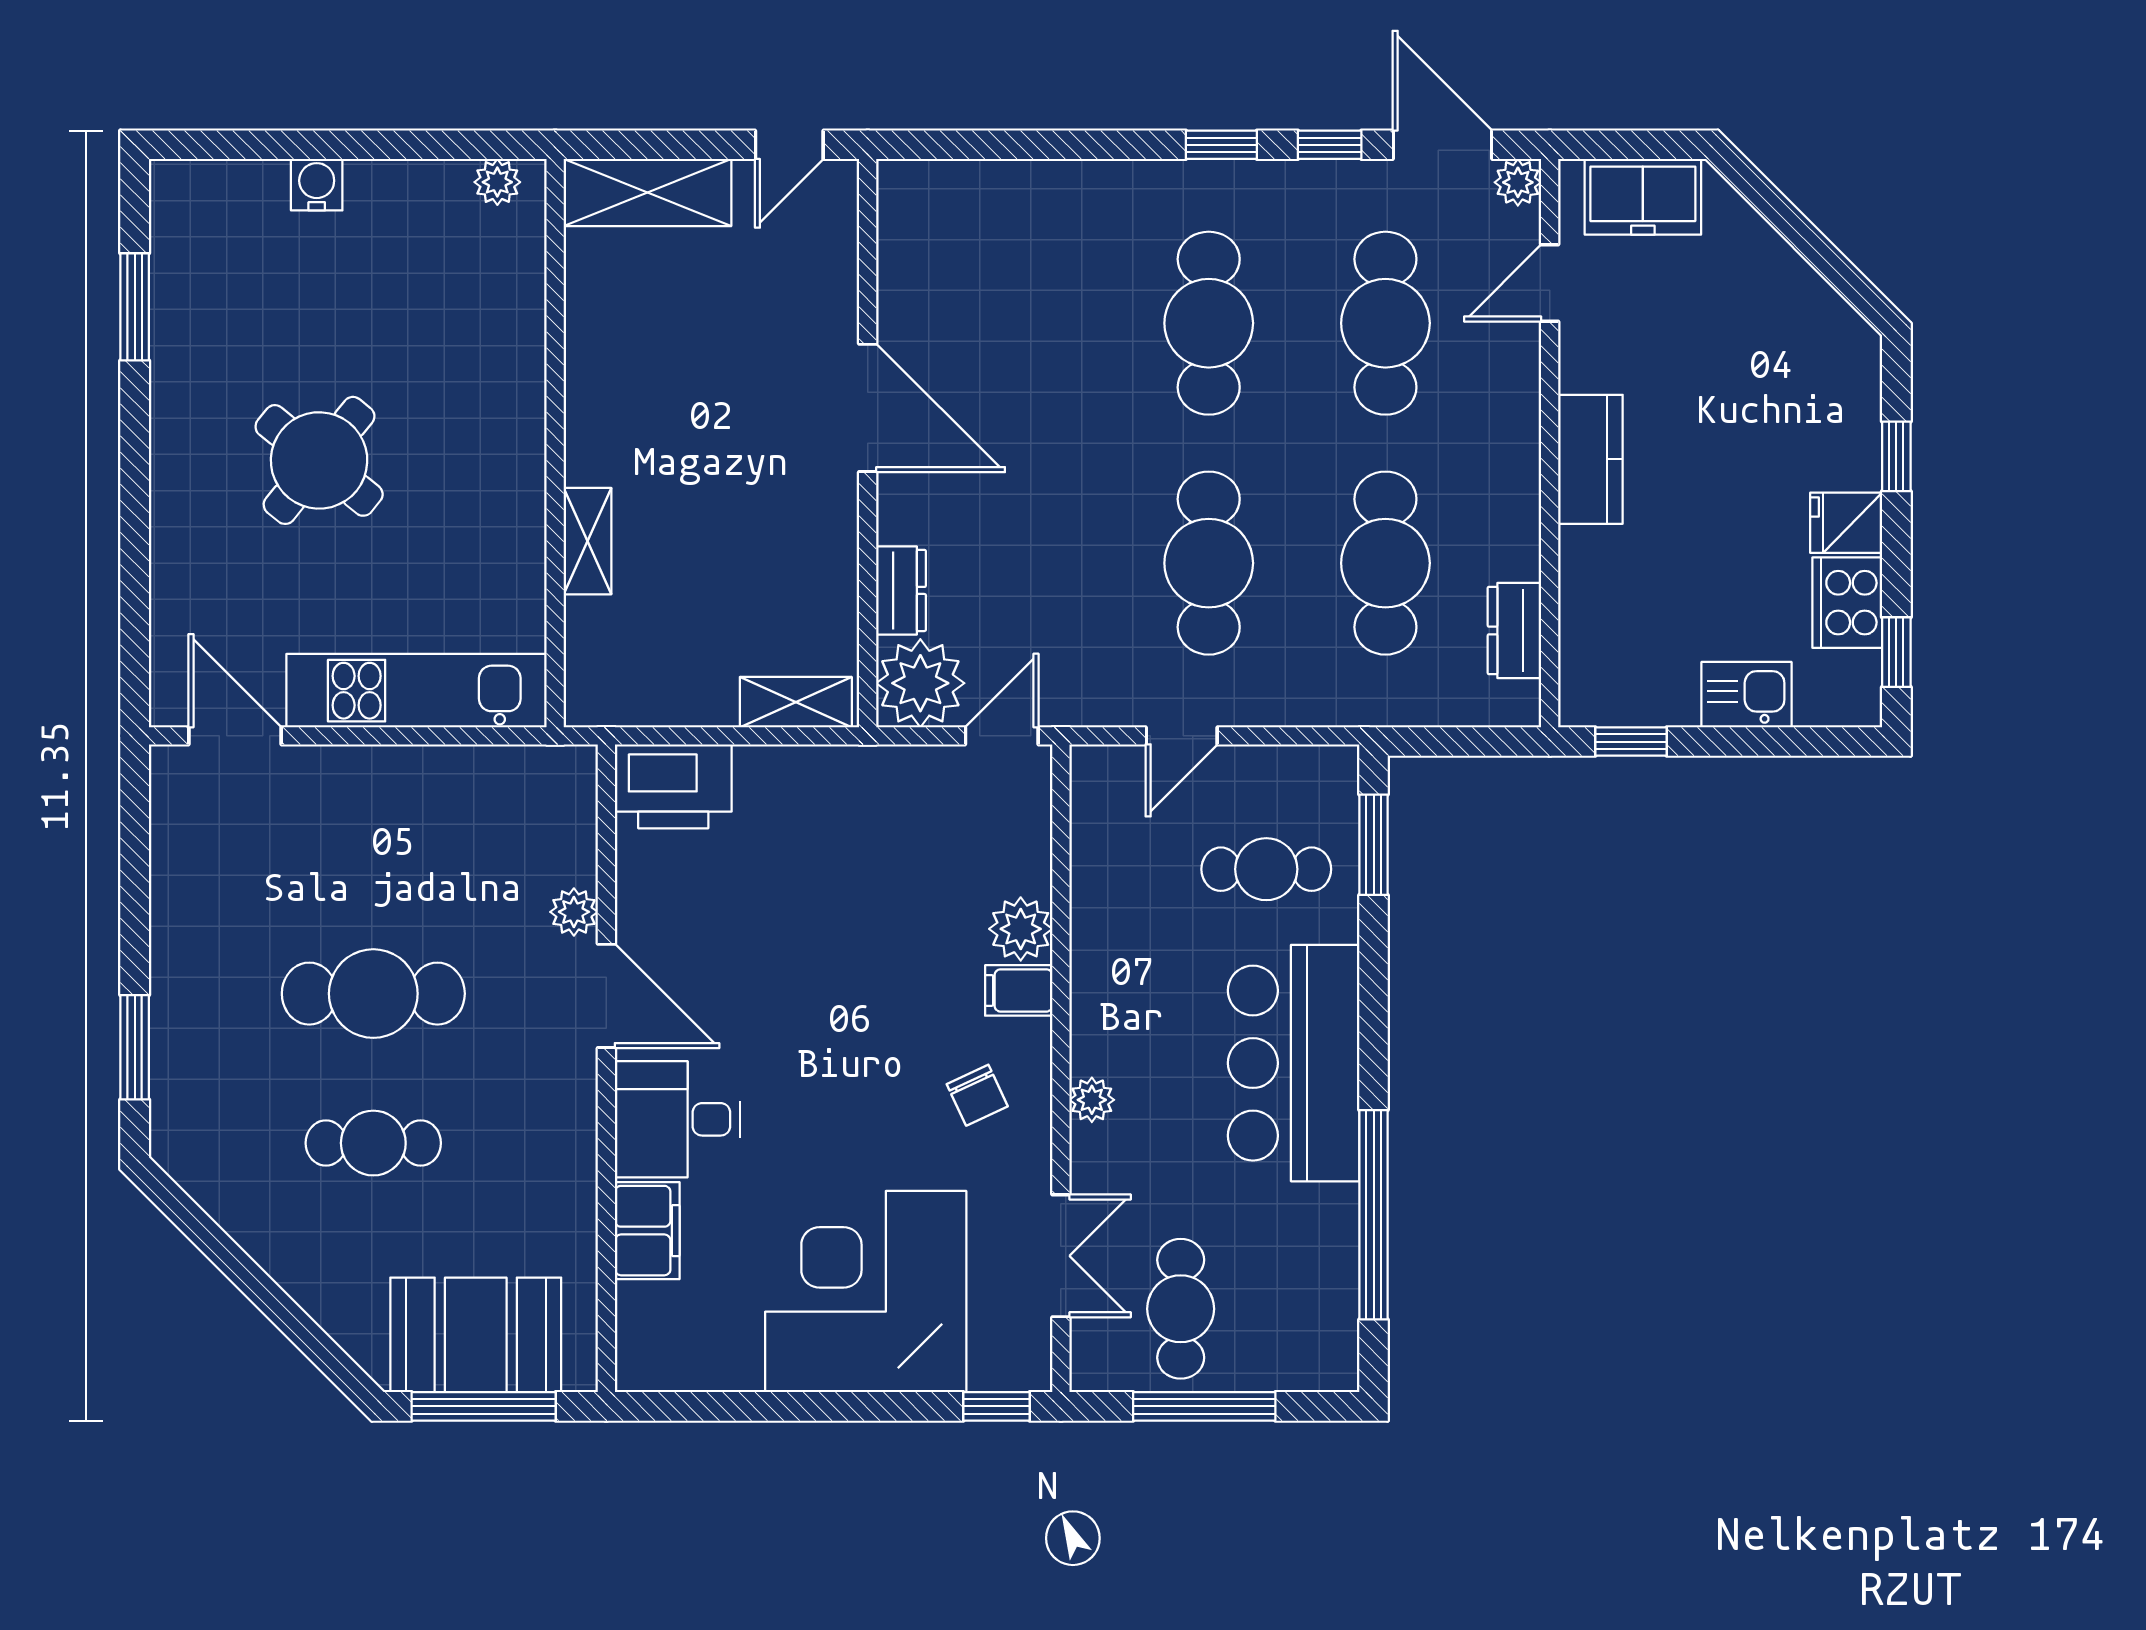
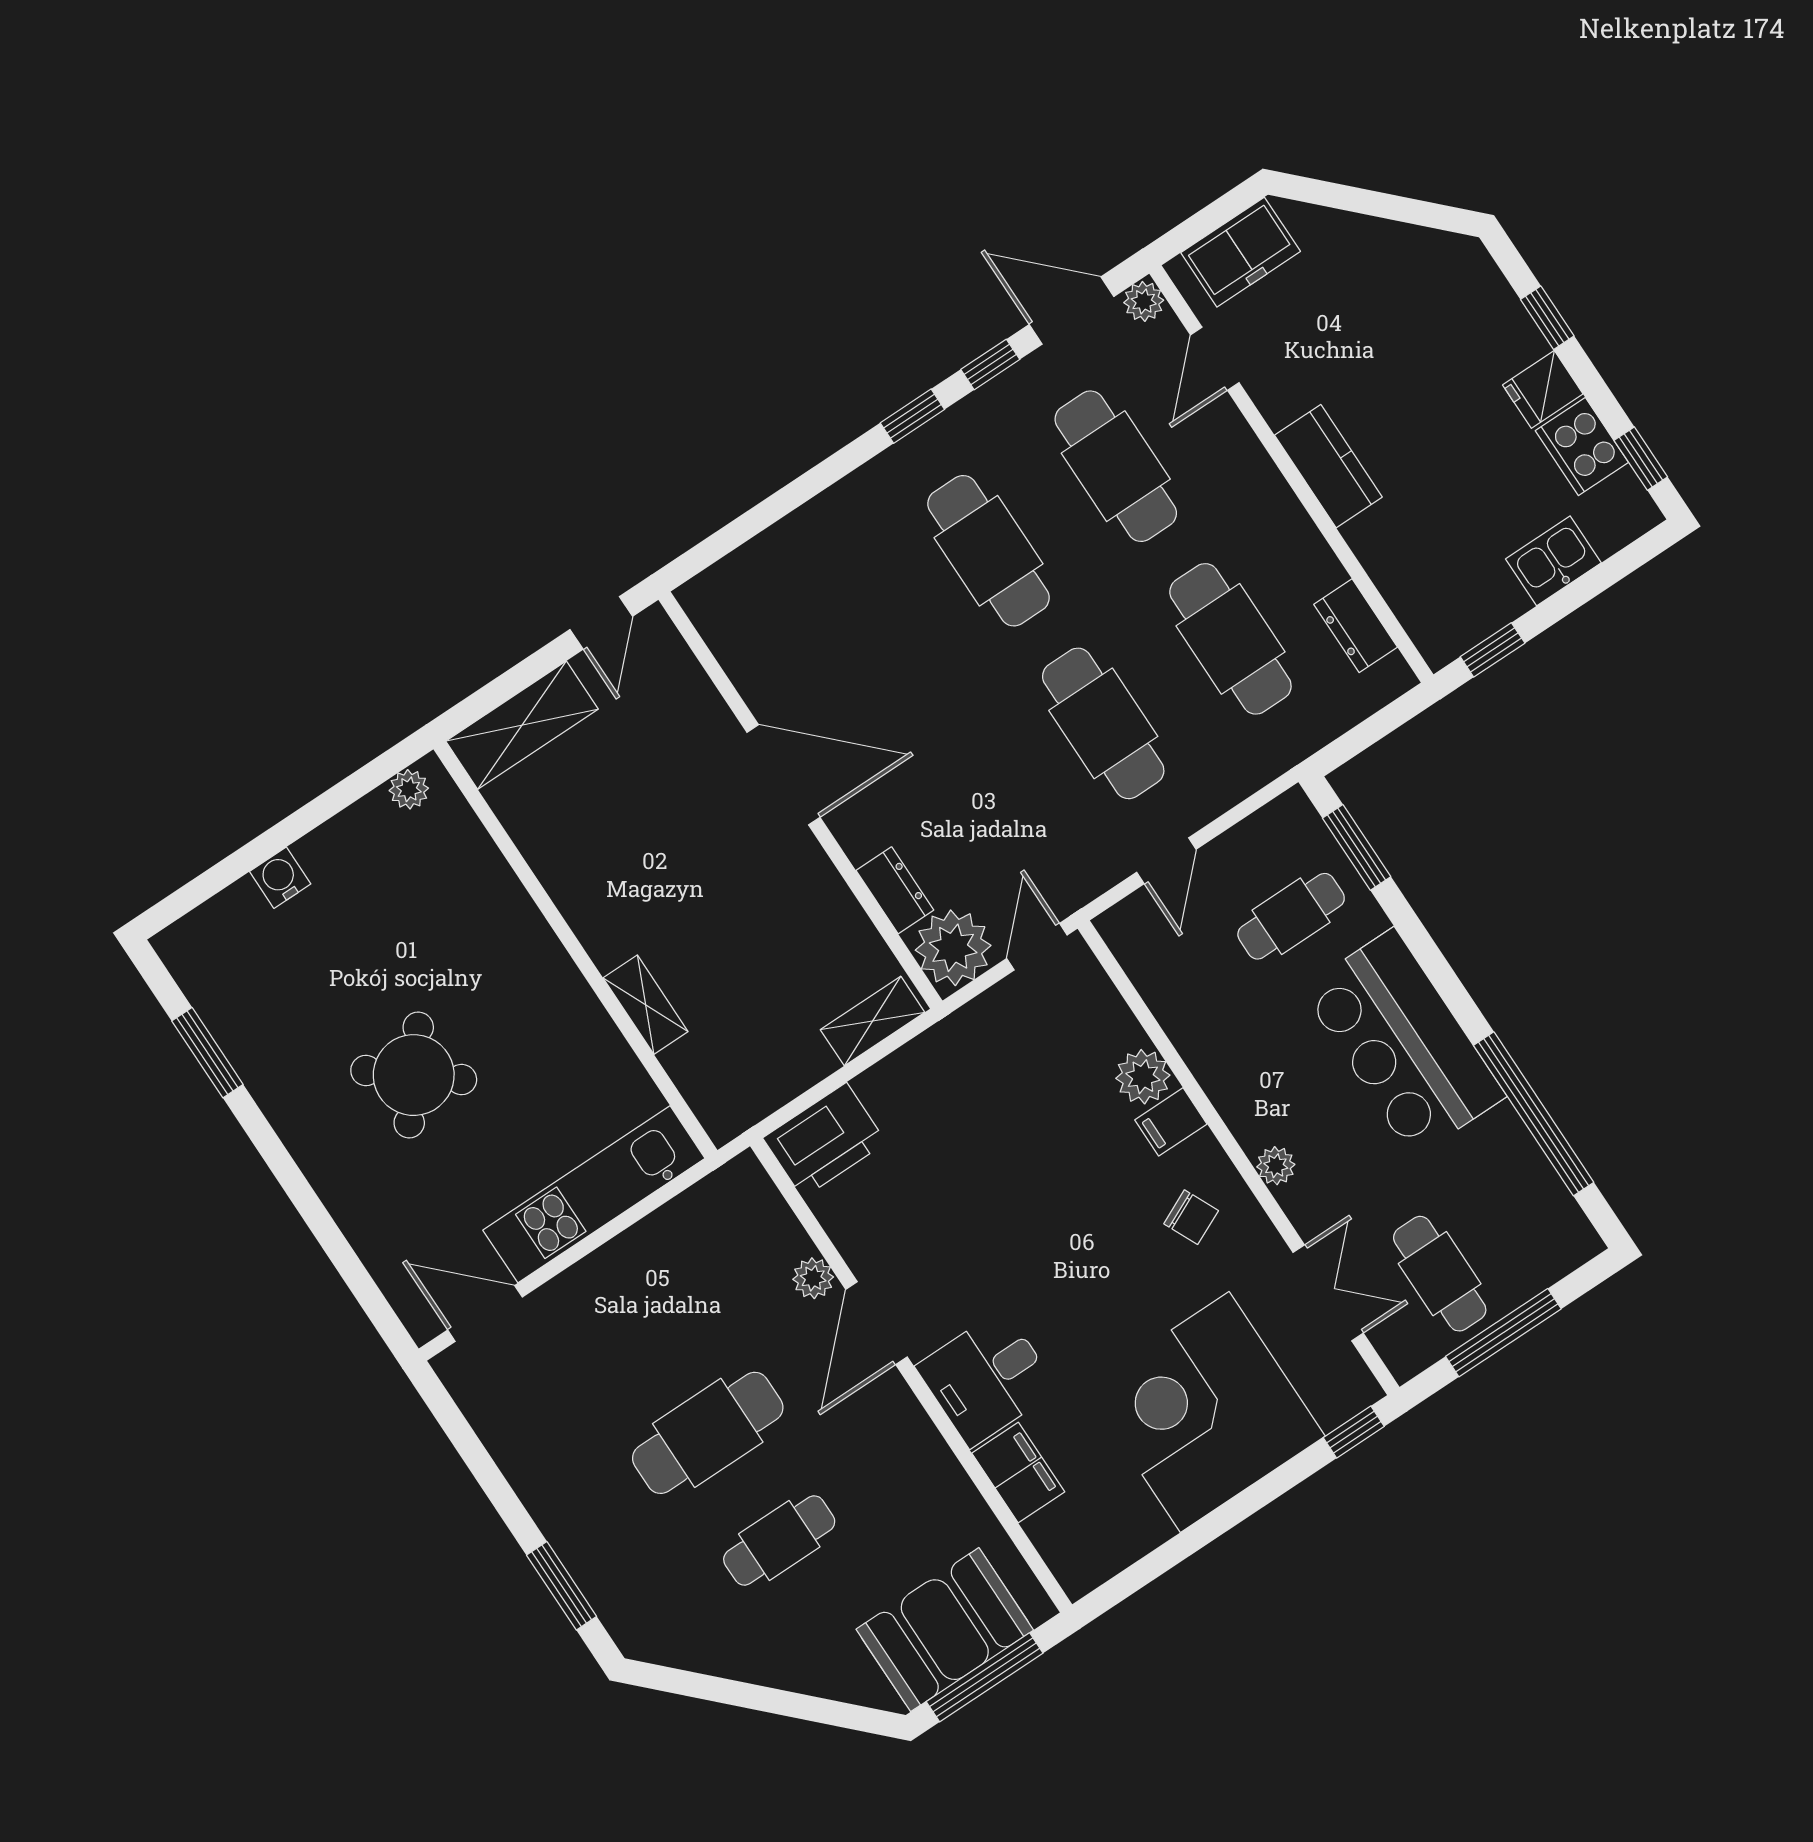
door: (606, 996) -> (877, 1323), swing flipped

